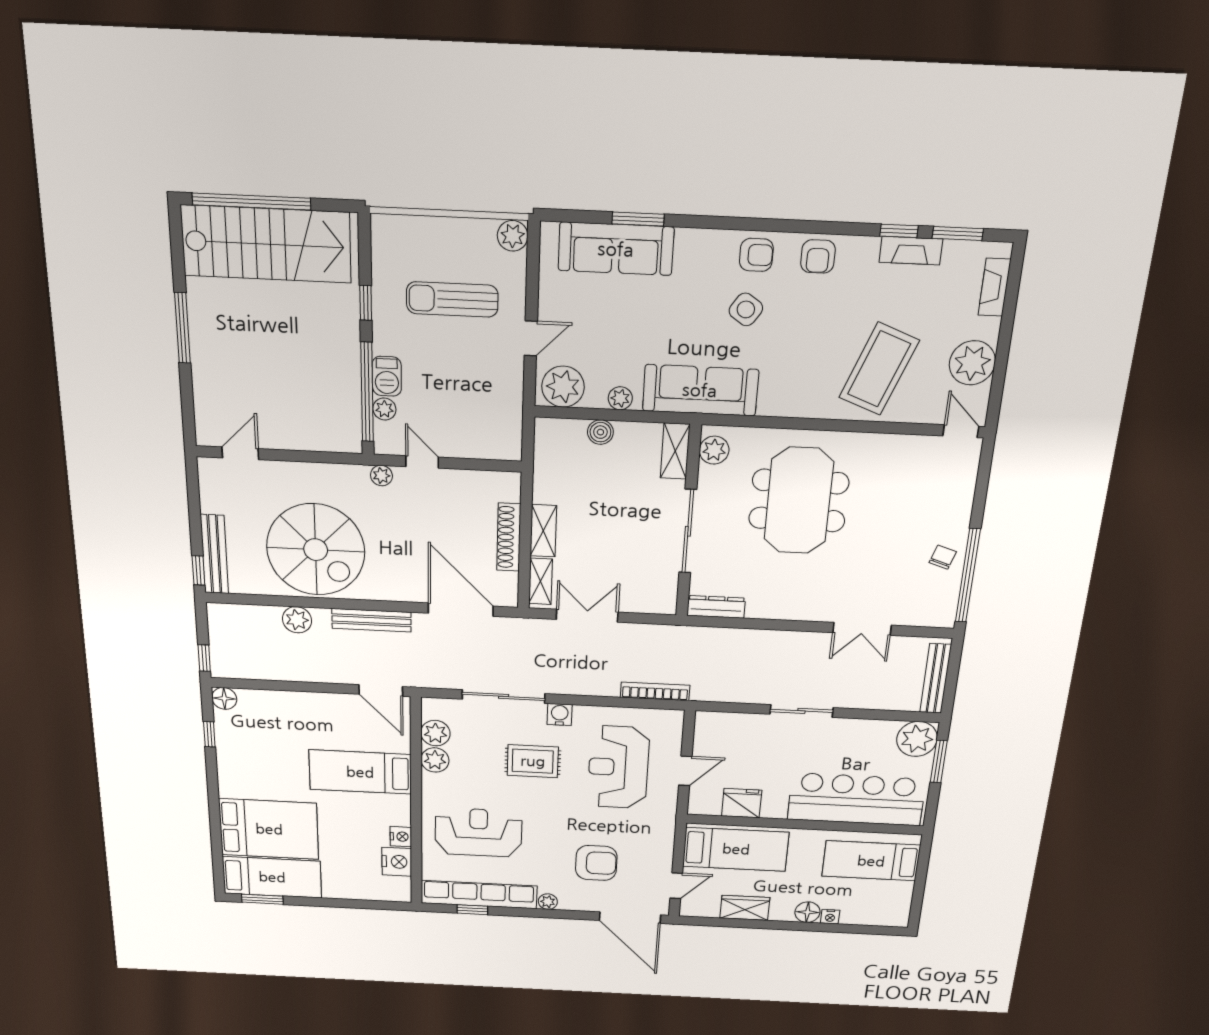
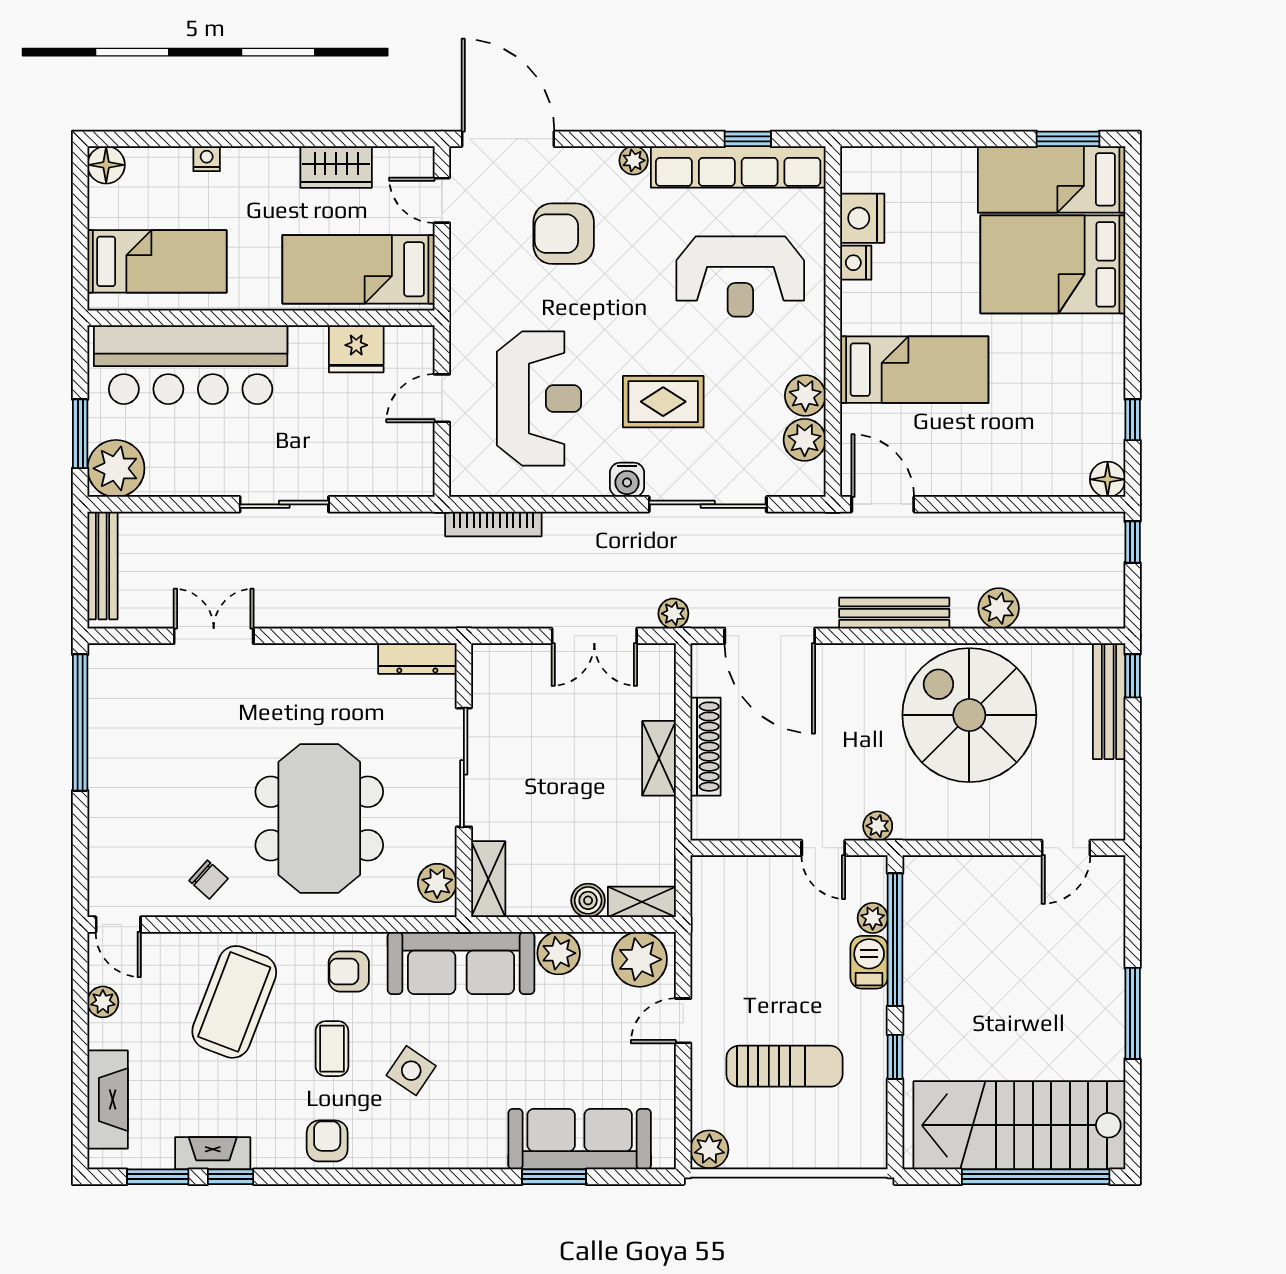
armchair: (756, 255) -> (349, 972), moved
fireplace: (994, 287) -> (108, 1100), width x1.37, depth x1.32
coffee table: (807, 329) -> (332, 1049), added
plant: (972, 363) -> (103, 1002), width x0.53, depth x0.53
plant: (620, 398) -> (559, 953), width x1.38, depth x1.38
chair: (943, 557) -> (208, 880), moved, turned -66
shelving: (541, 581) -> (642, 902), moved, turned 90
plant: (530, 628) -> (673, 614), added
door: (676, 886) -> (442, 200), hinge flipped
floor lamp: (807, 912) -> (106, 165), moved

